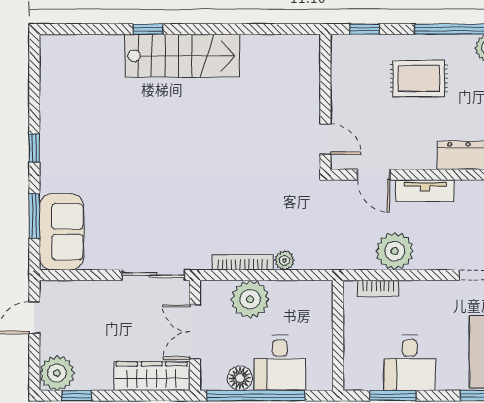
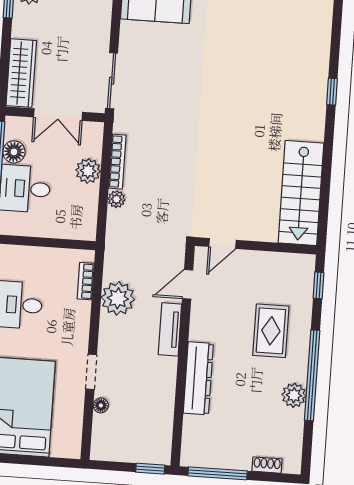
stairs: (182, 56) -> (301, 193), moved
plant: (250, 299) -> (88, 171), width x0.73, depth x0.73
double door: (195, 332) -> (58, 115), swing flipped

